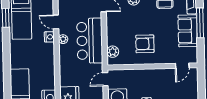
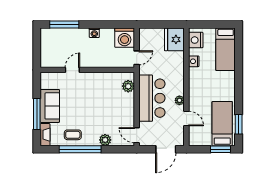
nightstand: (49, 37) -> (194, 61), moved
armchair: (145, 44) -> (95, 93), removed
door: (182, 66) -> (72, 70), moved

